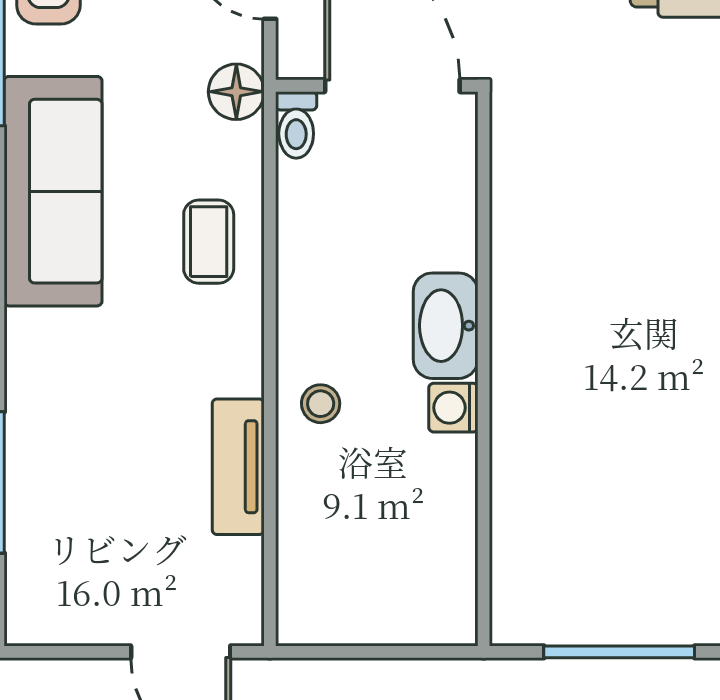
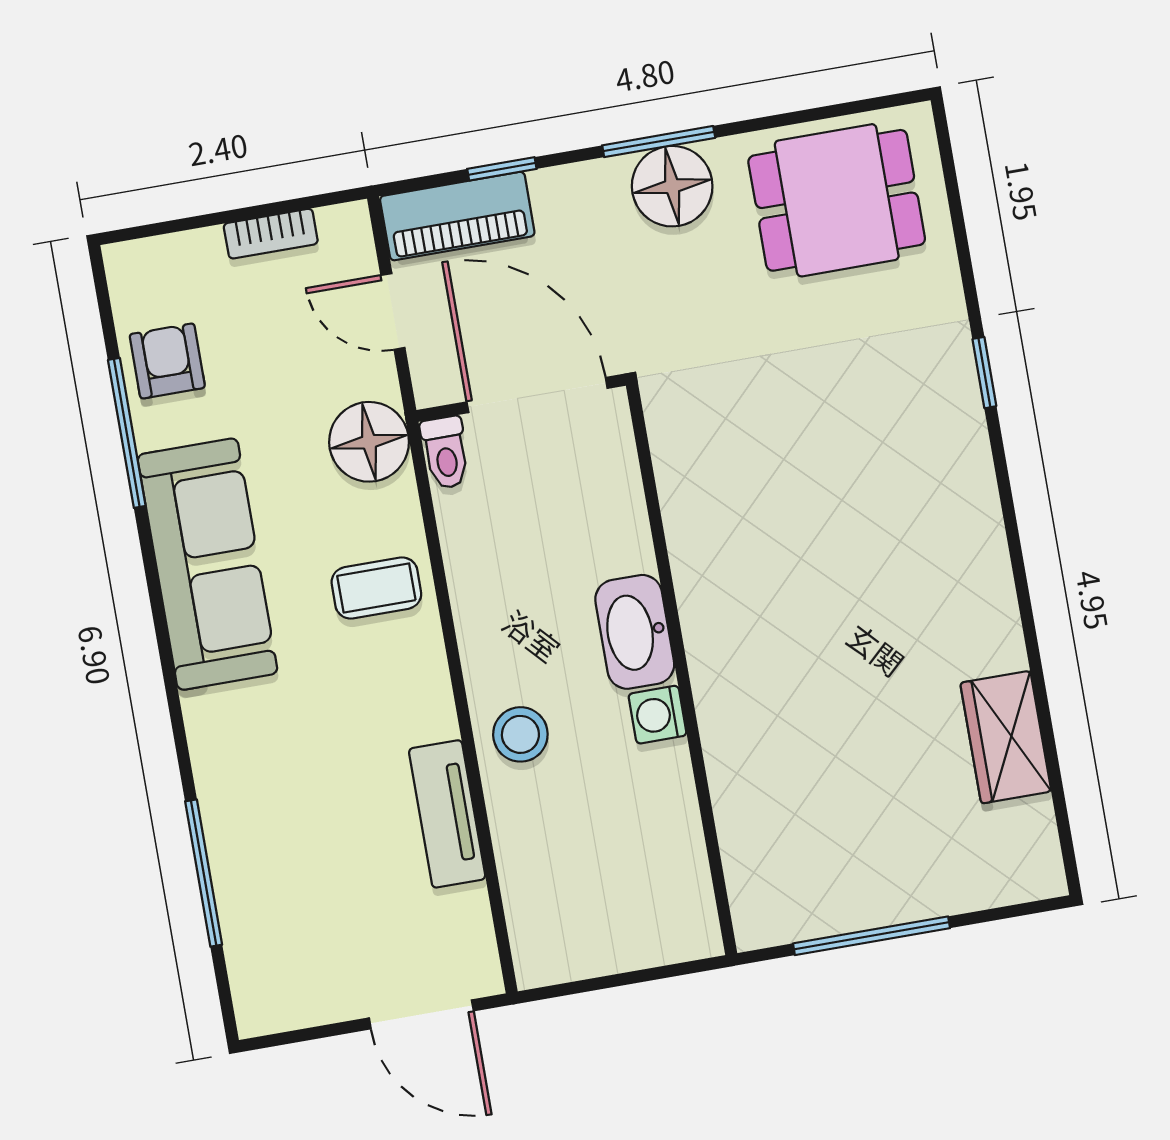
floor lamp: (236, 92) -> (369, 442), width x1.38, depth x1.38
coffee table: (209, 242) -> (376, 588), turned 90
stool: (321, 404) -> (520, 734), width x1.37, depth x1.37

